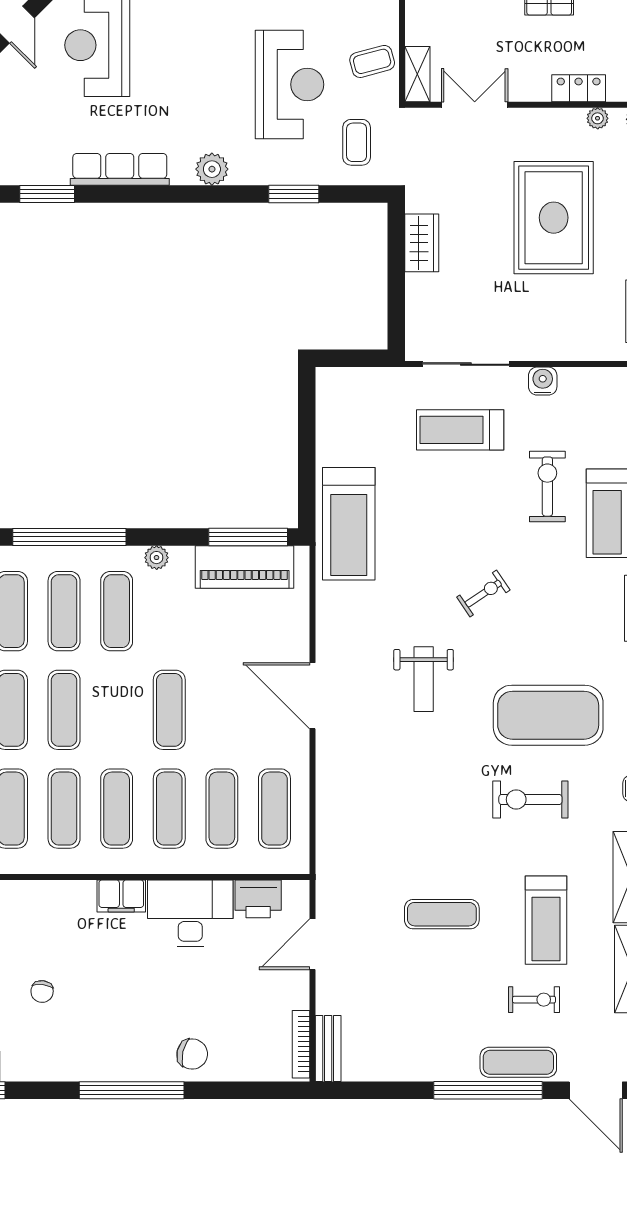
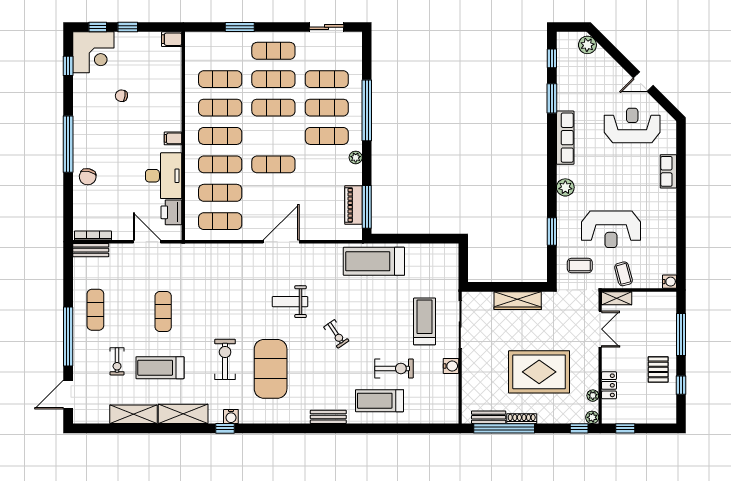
wardrobe: (422, 243) -> (518, 301), width x1.50
piano: (245, 567) -> (353, 205), width x0.73, depth x0.75
filing cabinet: (121, 896) -> (173, 138), width x0.50
exercise mat: (518, 1062) -> (95, 310), moved

